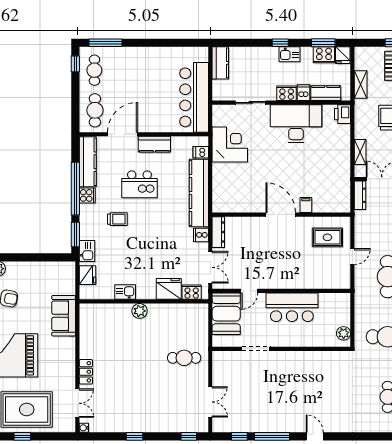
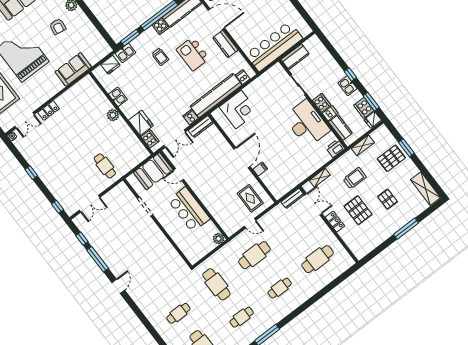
kitchen counter: (220, 63) -> (295, 57), moved
corner desk: (230, 145) -> (239, 109), moved
plant: (344, 333) -> (219, 239), moved

